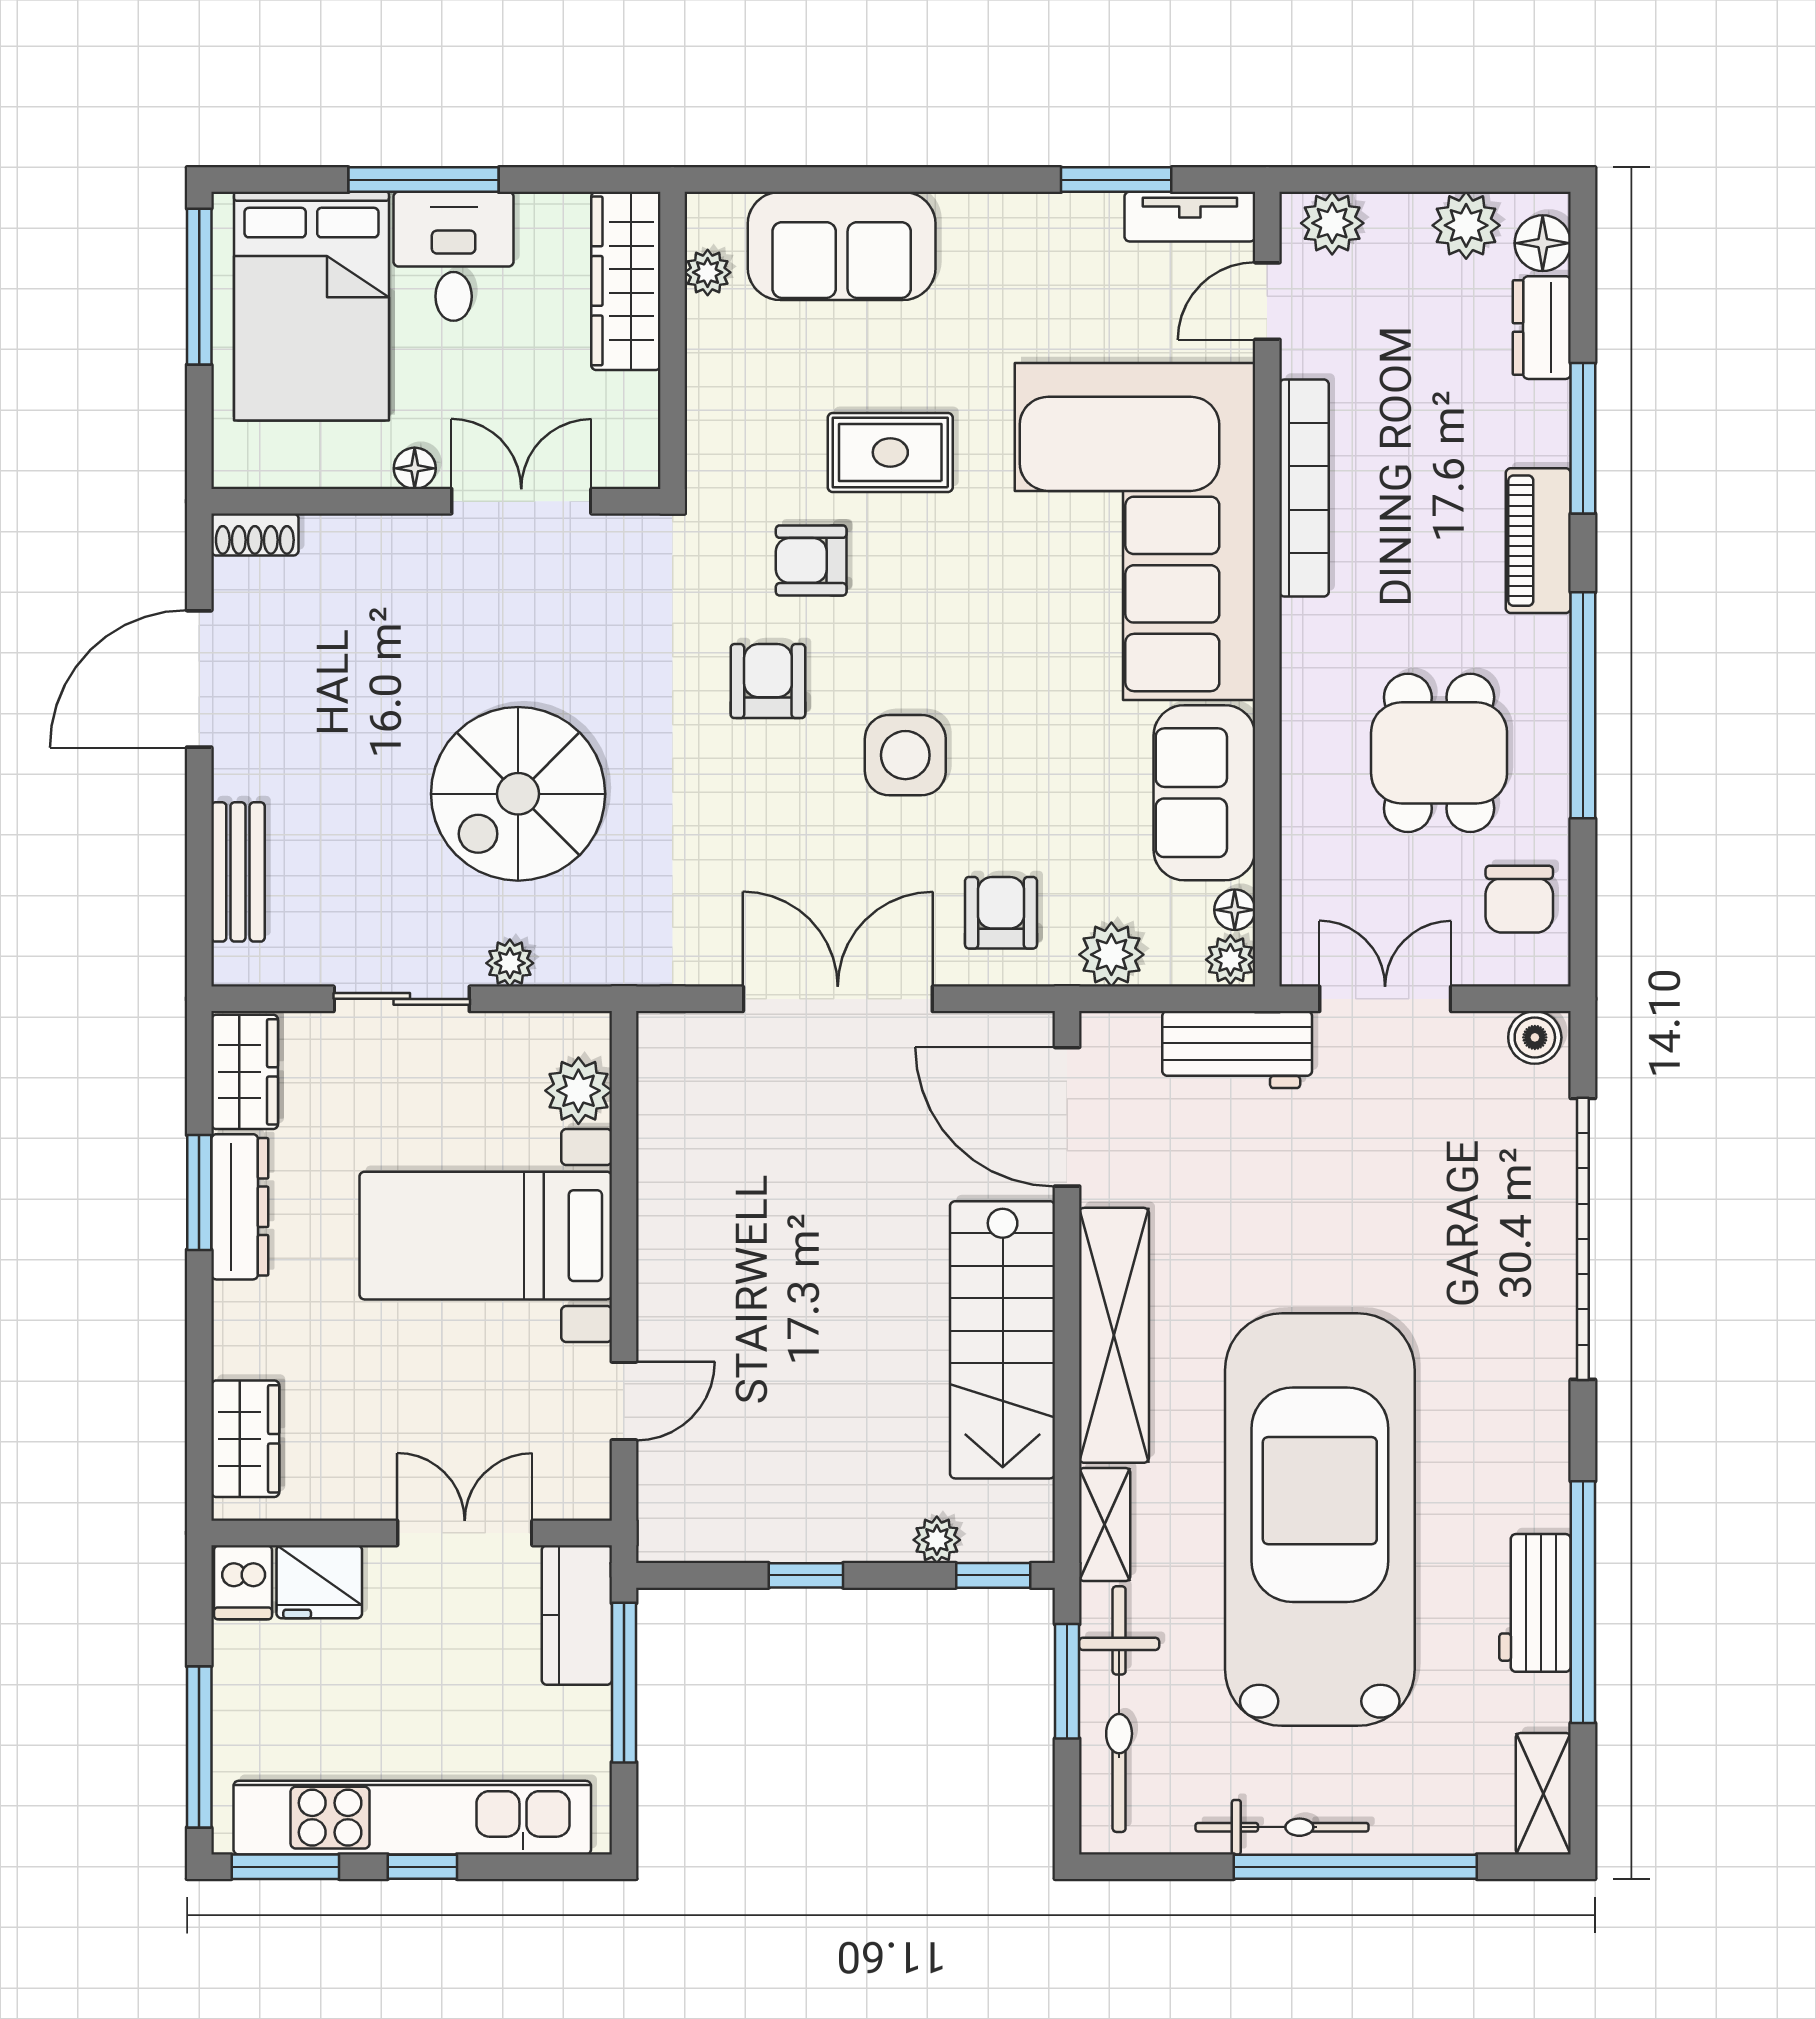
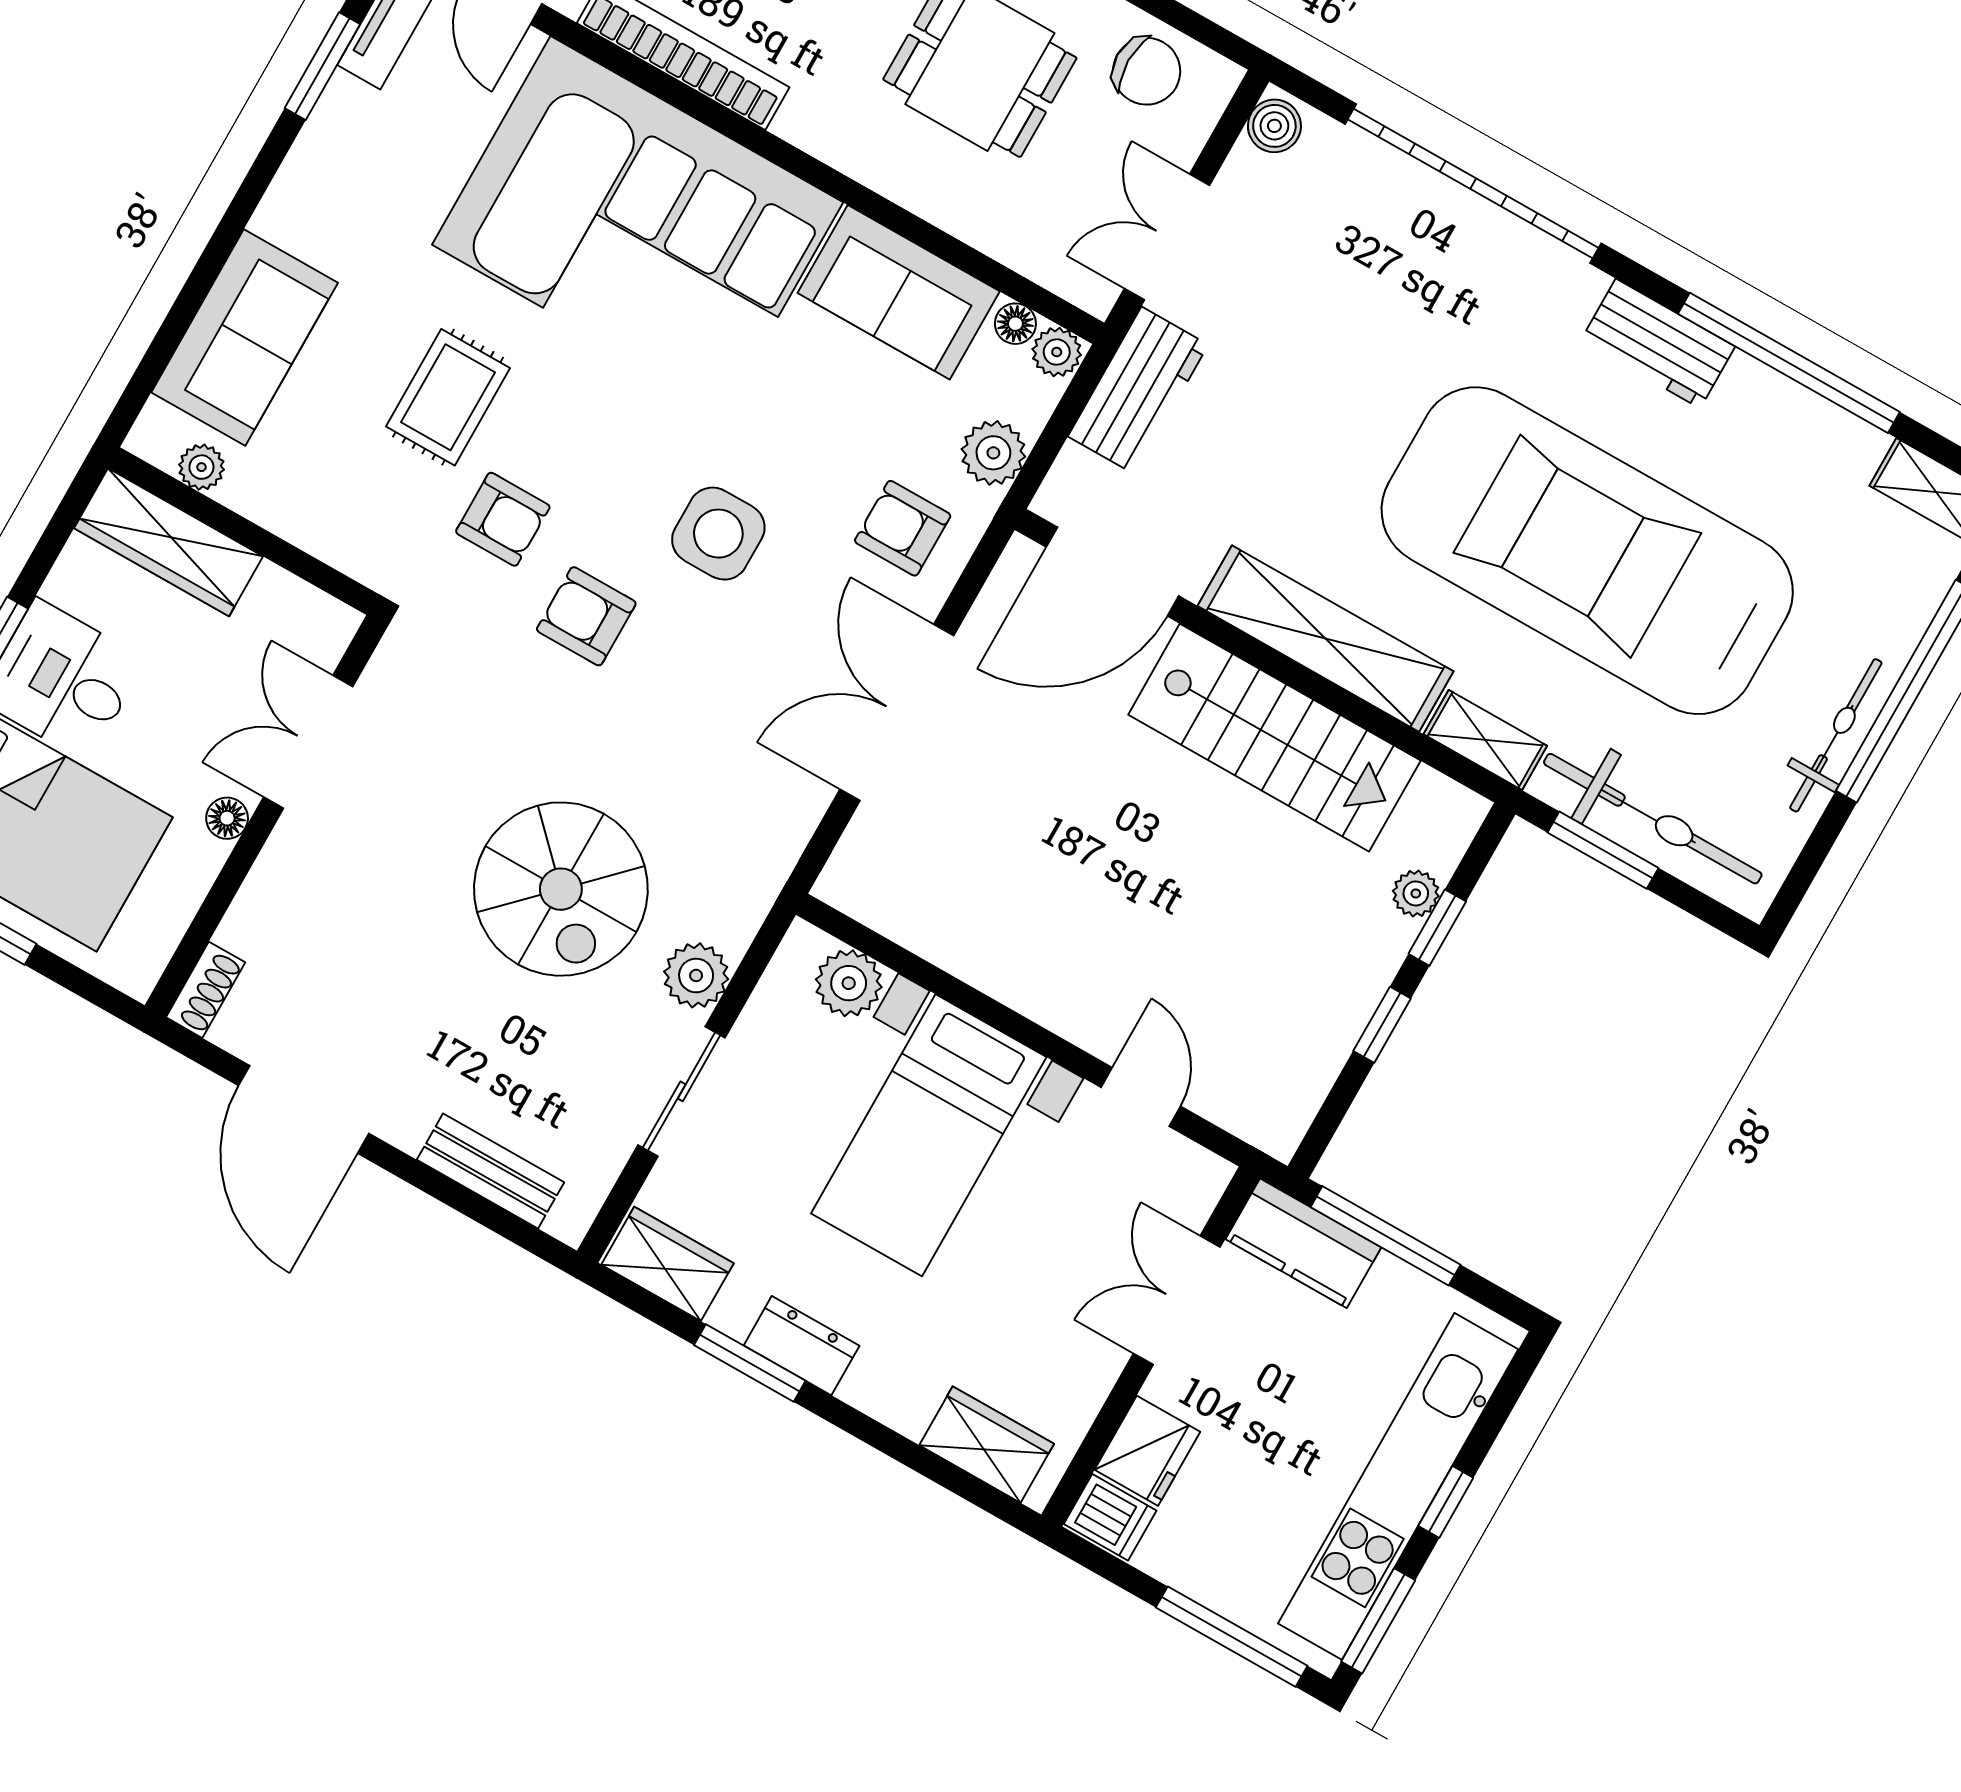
armchair: (811, 560) -> (503, 519), turned -90
plant: (510, 963) -> (696, 975), width x1.38, depth x1.38
dresser: (240, 1207) -> (802, 1346), width x0.70
window: (993, 1575) -> (1437, 928), moved
workbench: (1535, 1603) -> (1658, 343), moved

